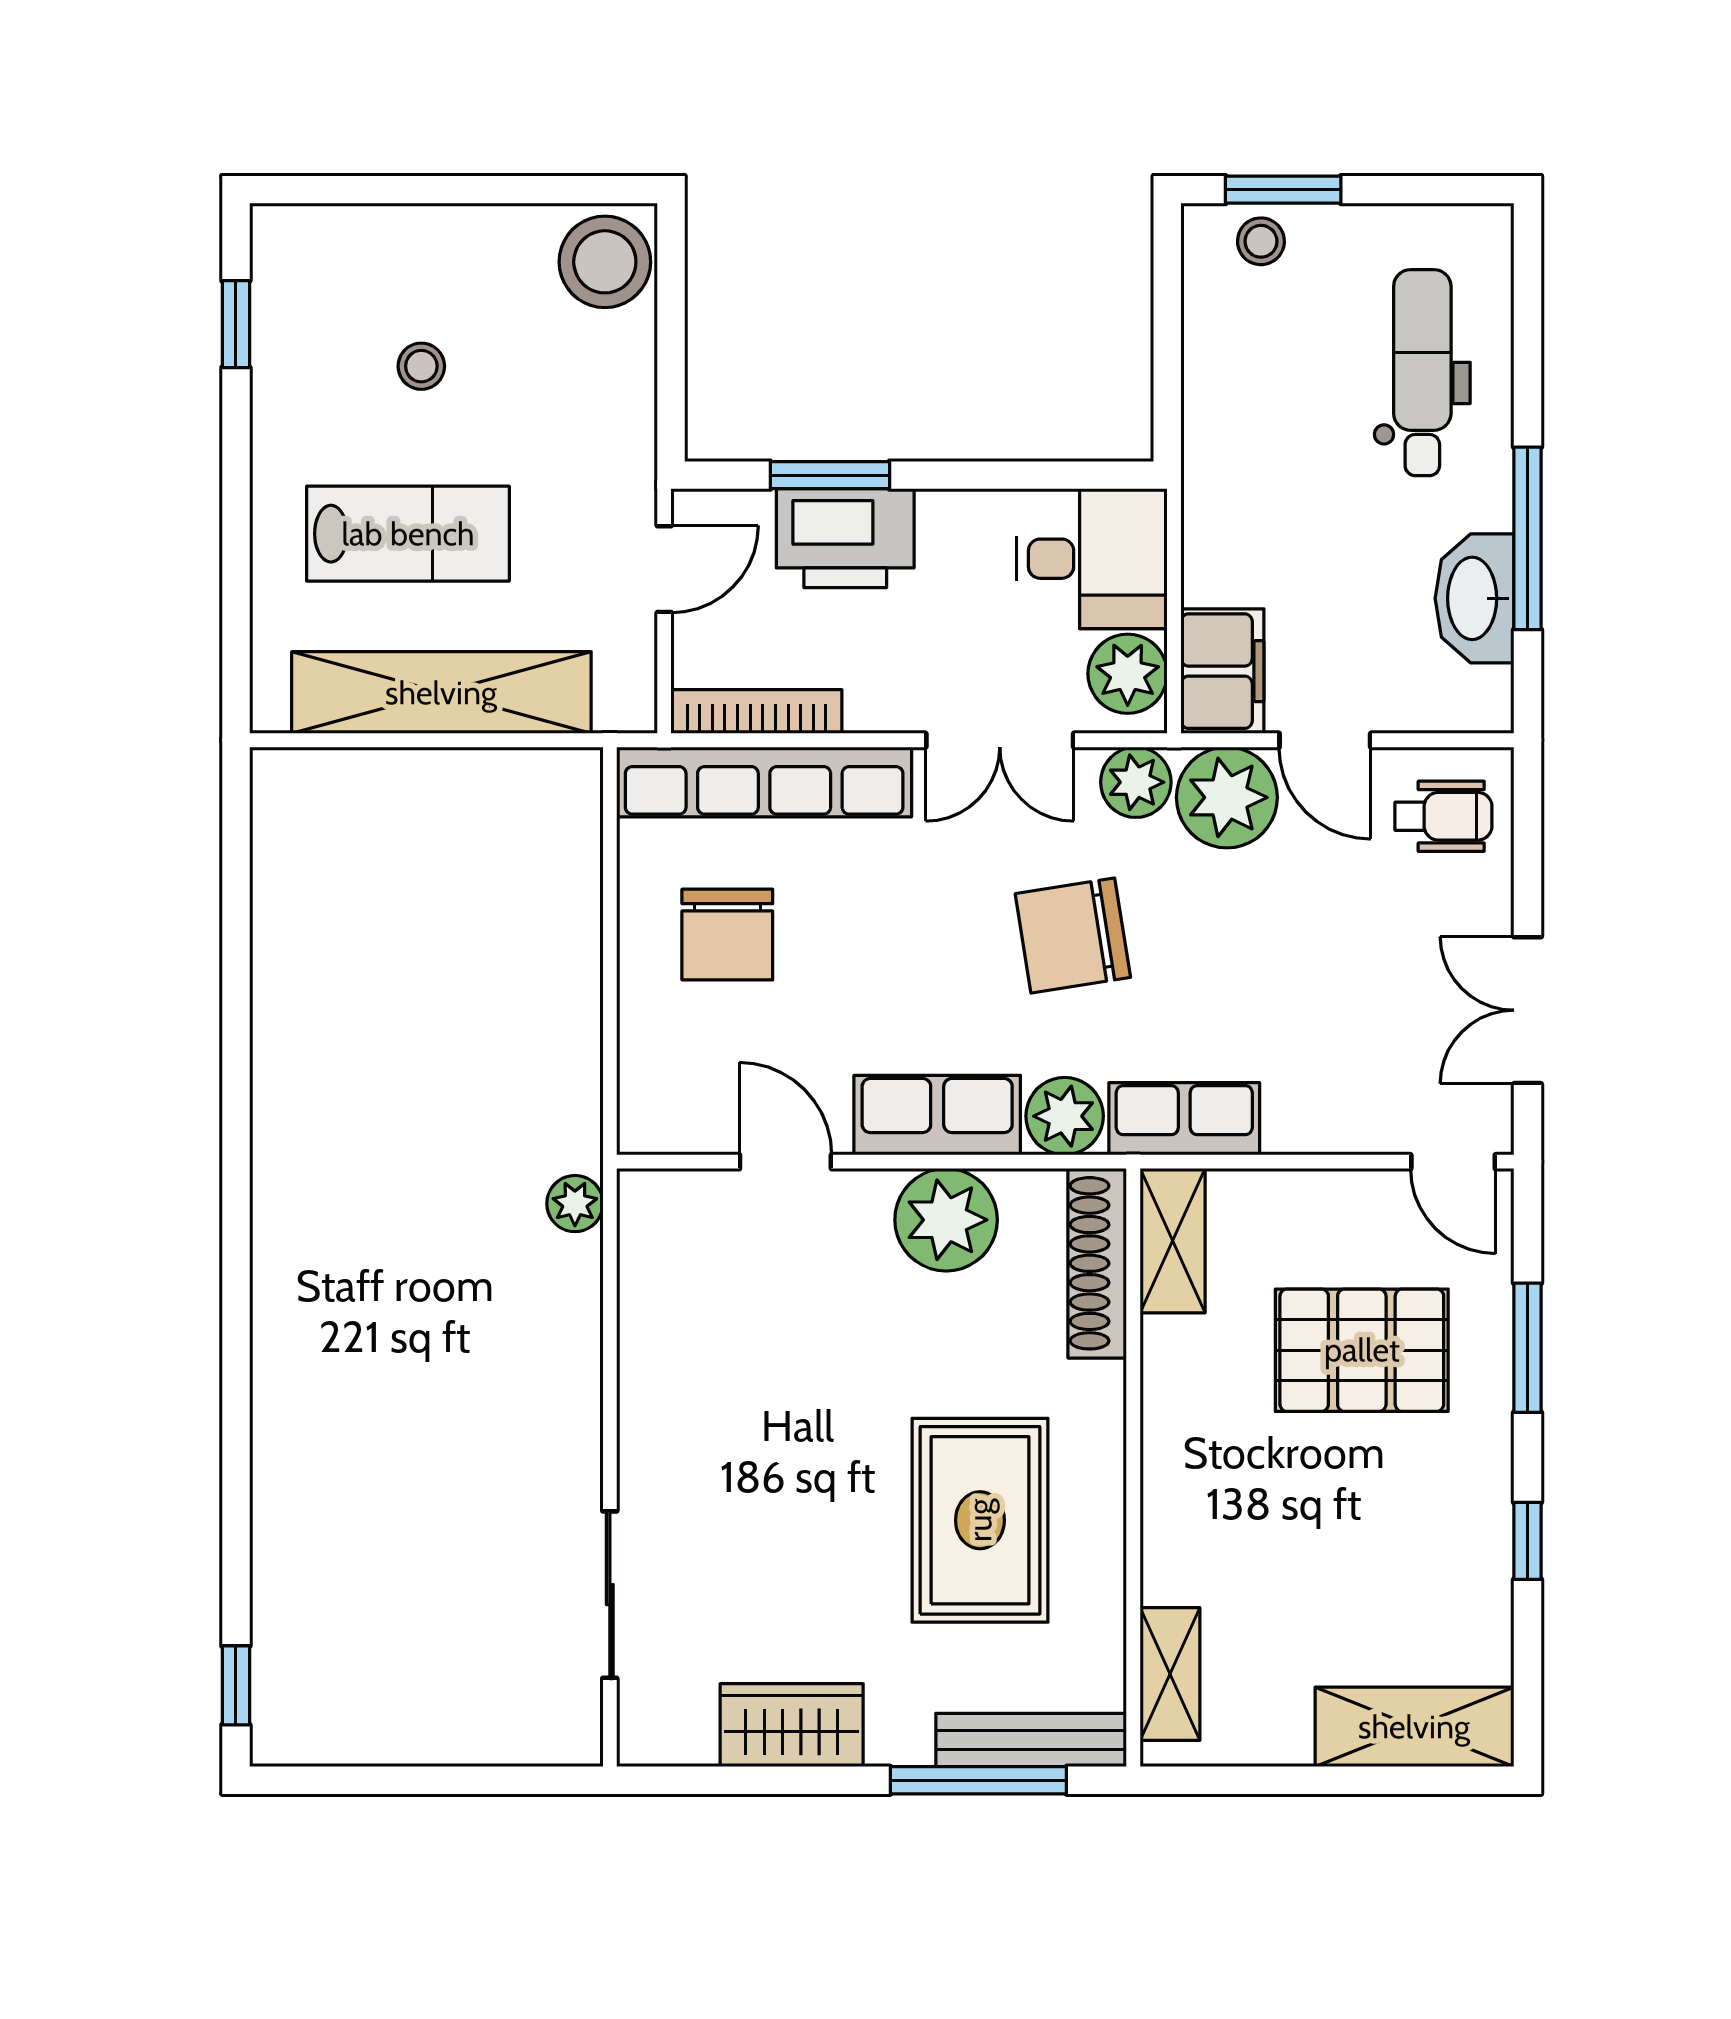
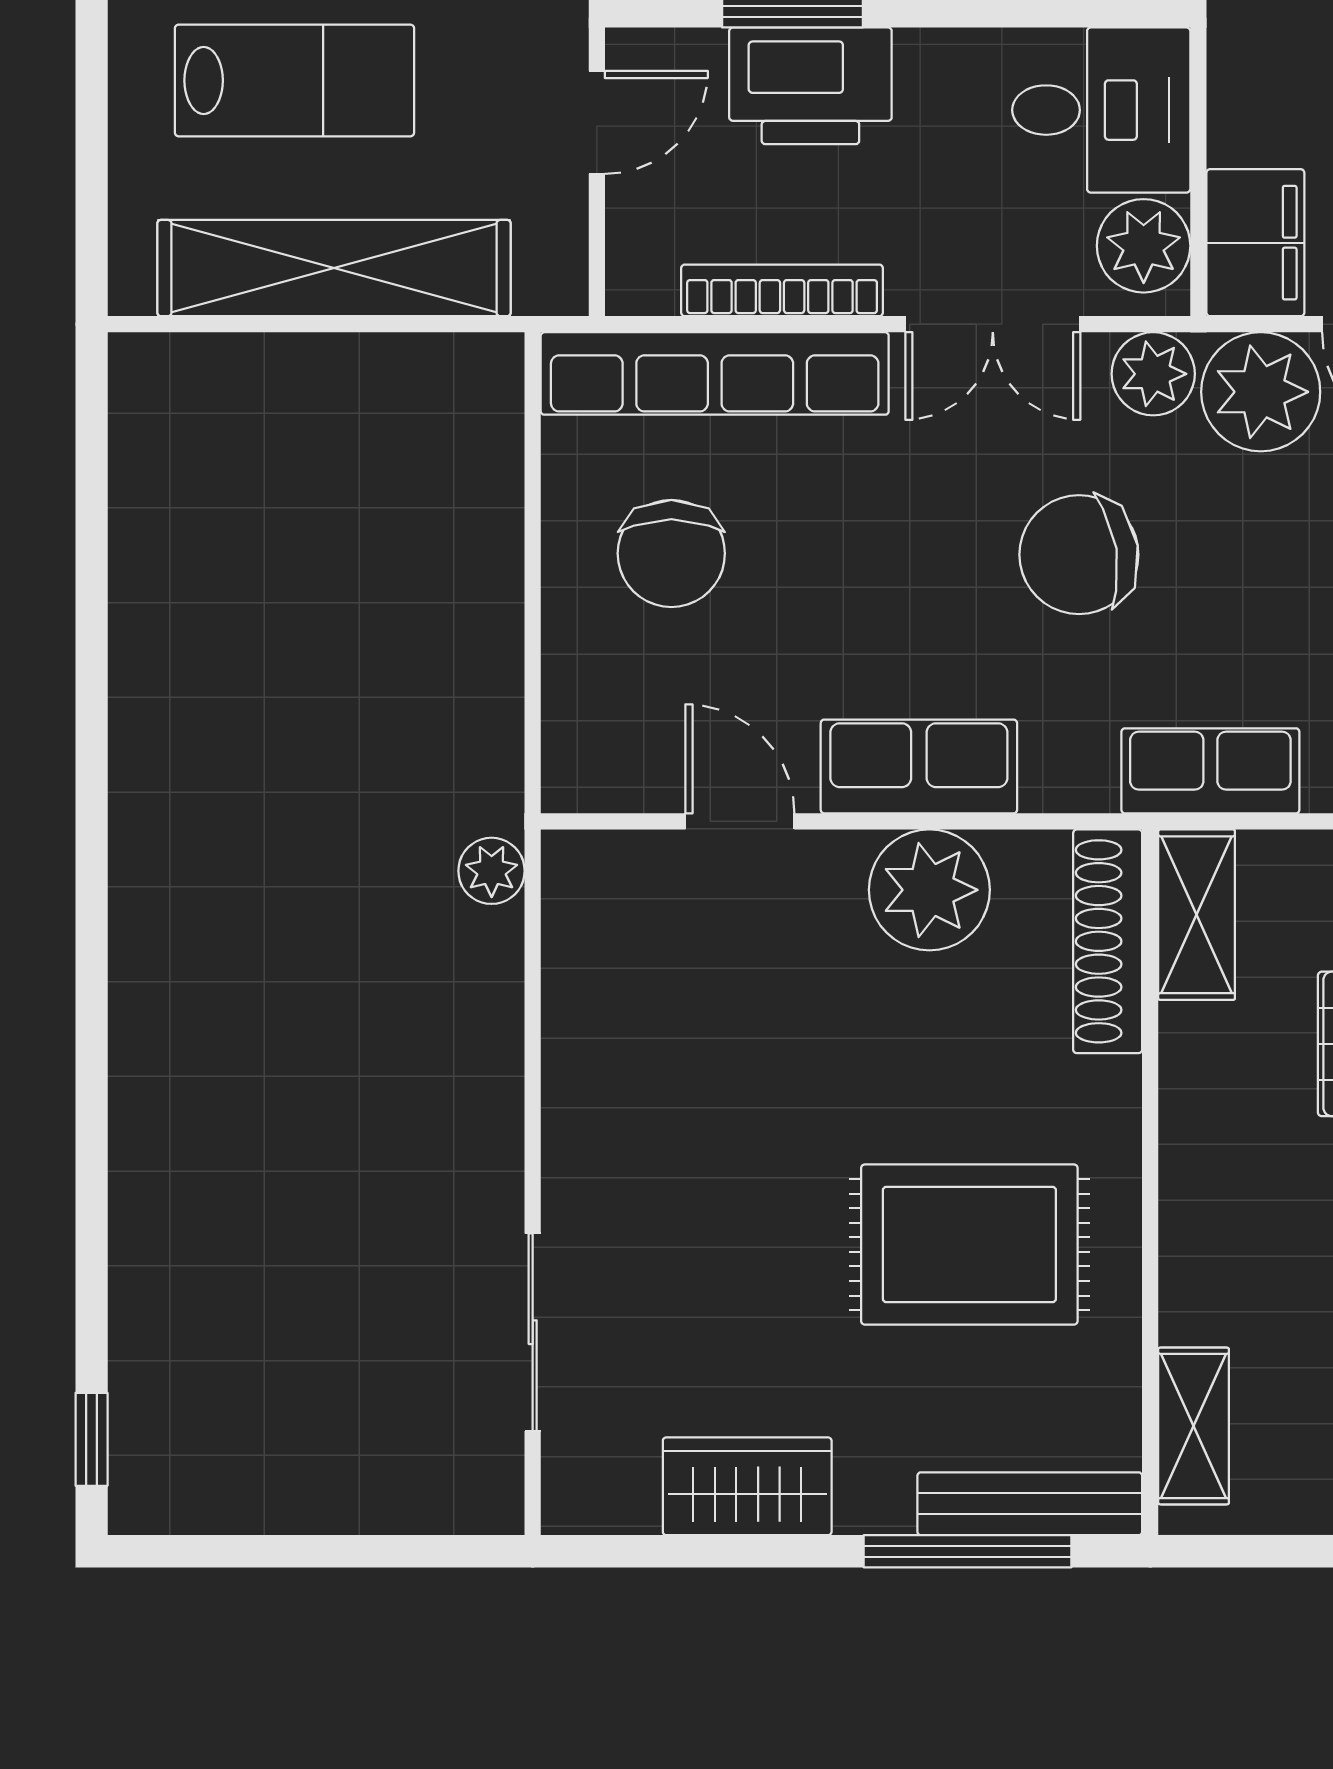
bookcase: (756, 712) -> (782, 290), moved
plant: (1065, 1116) -> (1069, 768), removed
rug: (980, 1520) -> (969, 1245), turned 90

